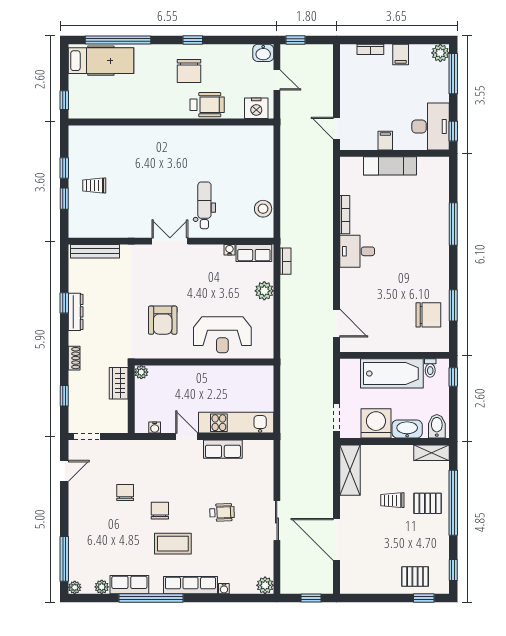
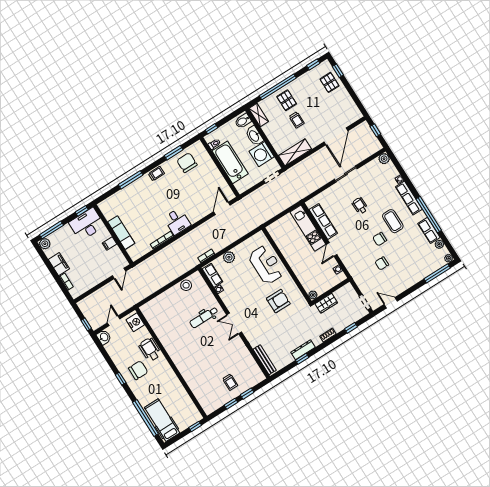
filing cabinet: (401, 55) -> (59, 264), width x2.00
trolley: (440, 264) -> (156, 174), added
row of seats: (223, 449) -> (323, 221), width x1.48

